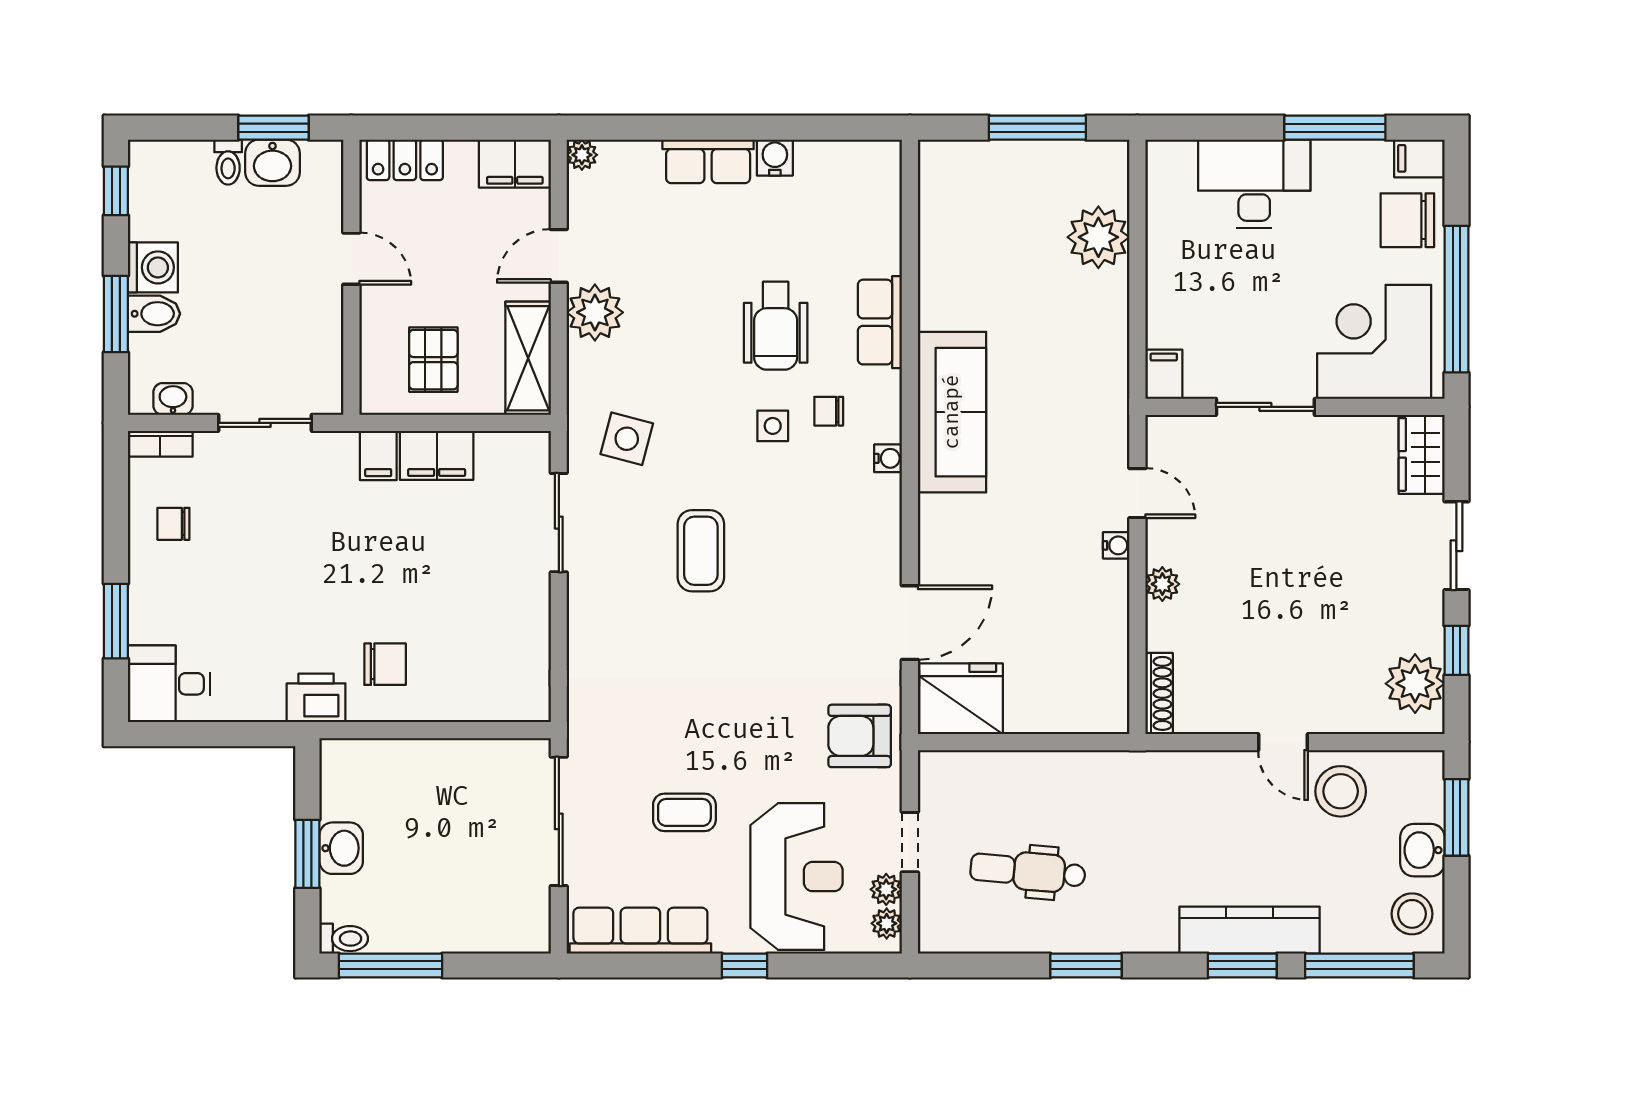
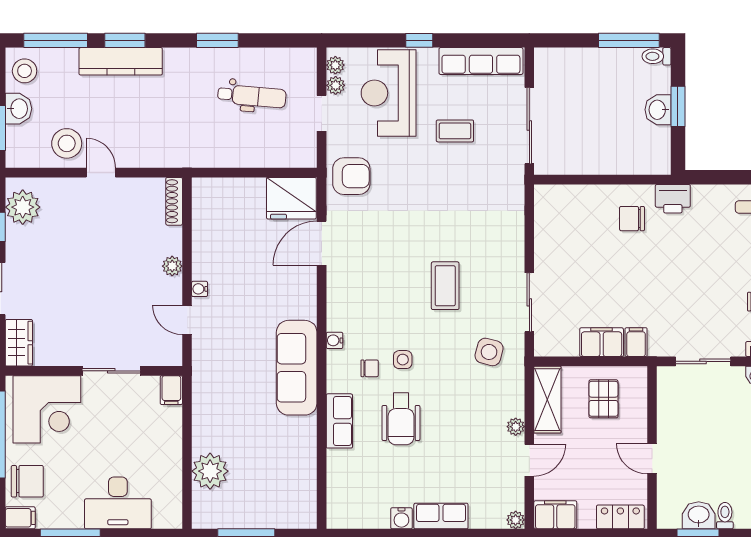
plant: (595, 312) -> (516, 427), width x0.53, depth x0.53
wheelchair: (776, 326) -> (401, 419), turned 180

